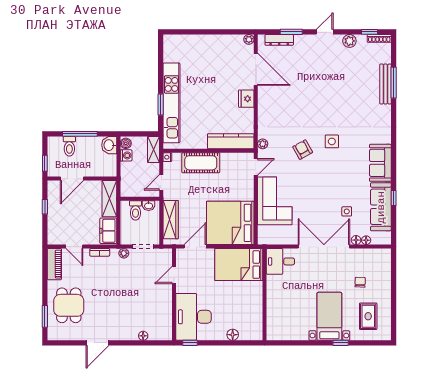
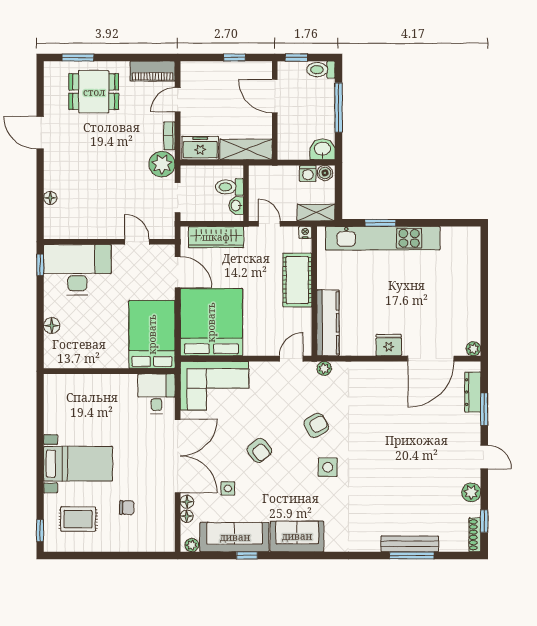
toilet: (69, 146) -> (321, 70), moved
door: (256, 167) -> (291, 359), swing flipped
armchair: (320, 189) -> (259, 450), added
corner sofa: (275, 201) -> (215, 386), moved
plant: (386, 237) -> (192, 545), added
plant: (124, 253) -> (162, 164), width x1.87, depth x1.87
window: (341, 343) -> (40, 531), moved

